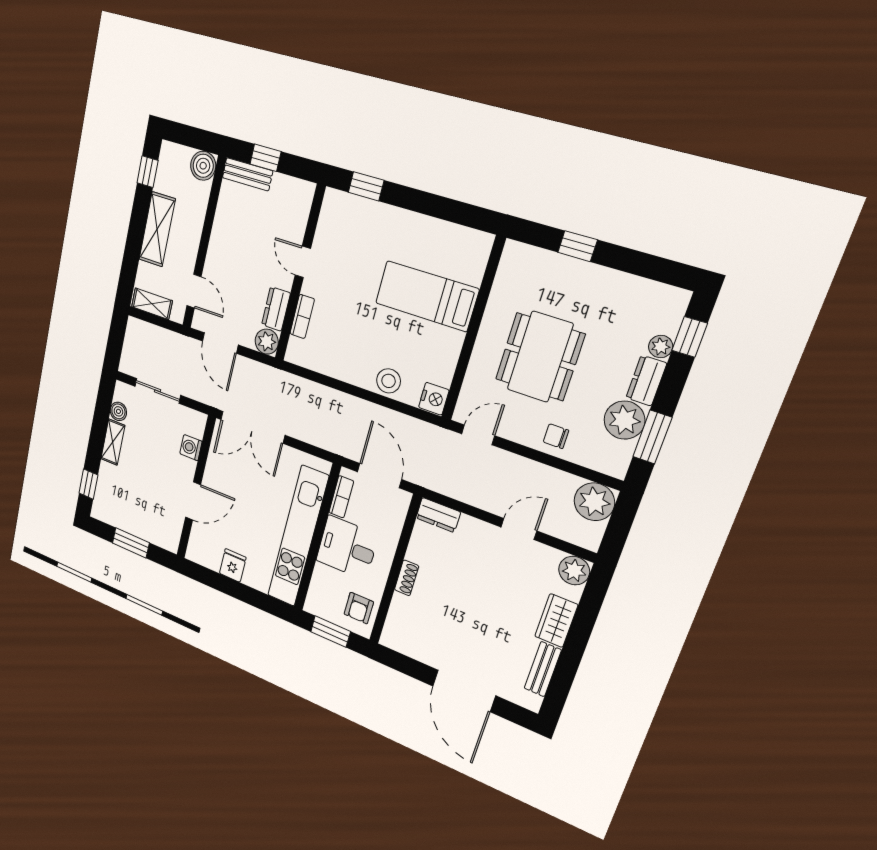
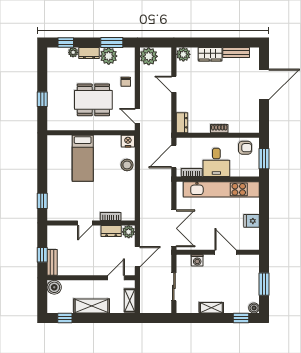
boiler: (118, 411) -> (254, 308), moved

